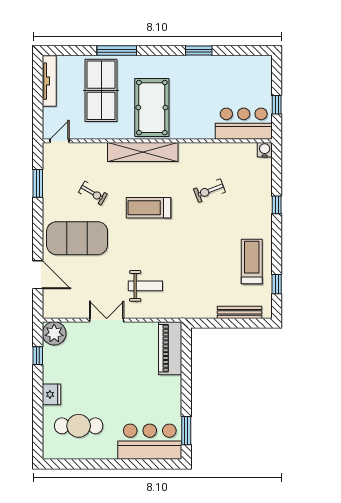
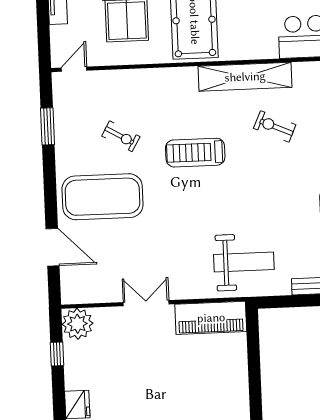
shelving: (143, 152) -> (245, 77), moved
exercise bike: (209, 191) -> (275, 126), turned 45
weight bench: (145, 286) -> (244, 262), moved, width x1.36, depth x1.33
piano: (170, 348) -> (211, 318), moved, turned -90

